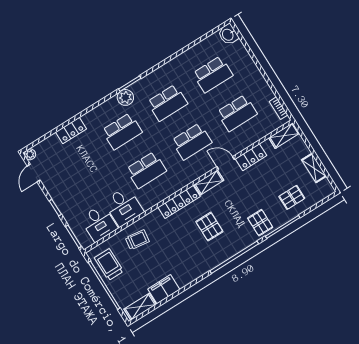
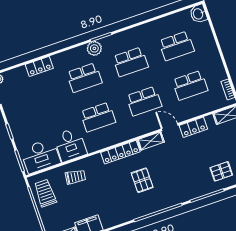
desk: (99, 223) -> (40, 156), width x1.37
pallet: (260, 223) -> (188, 187), removed

